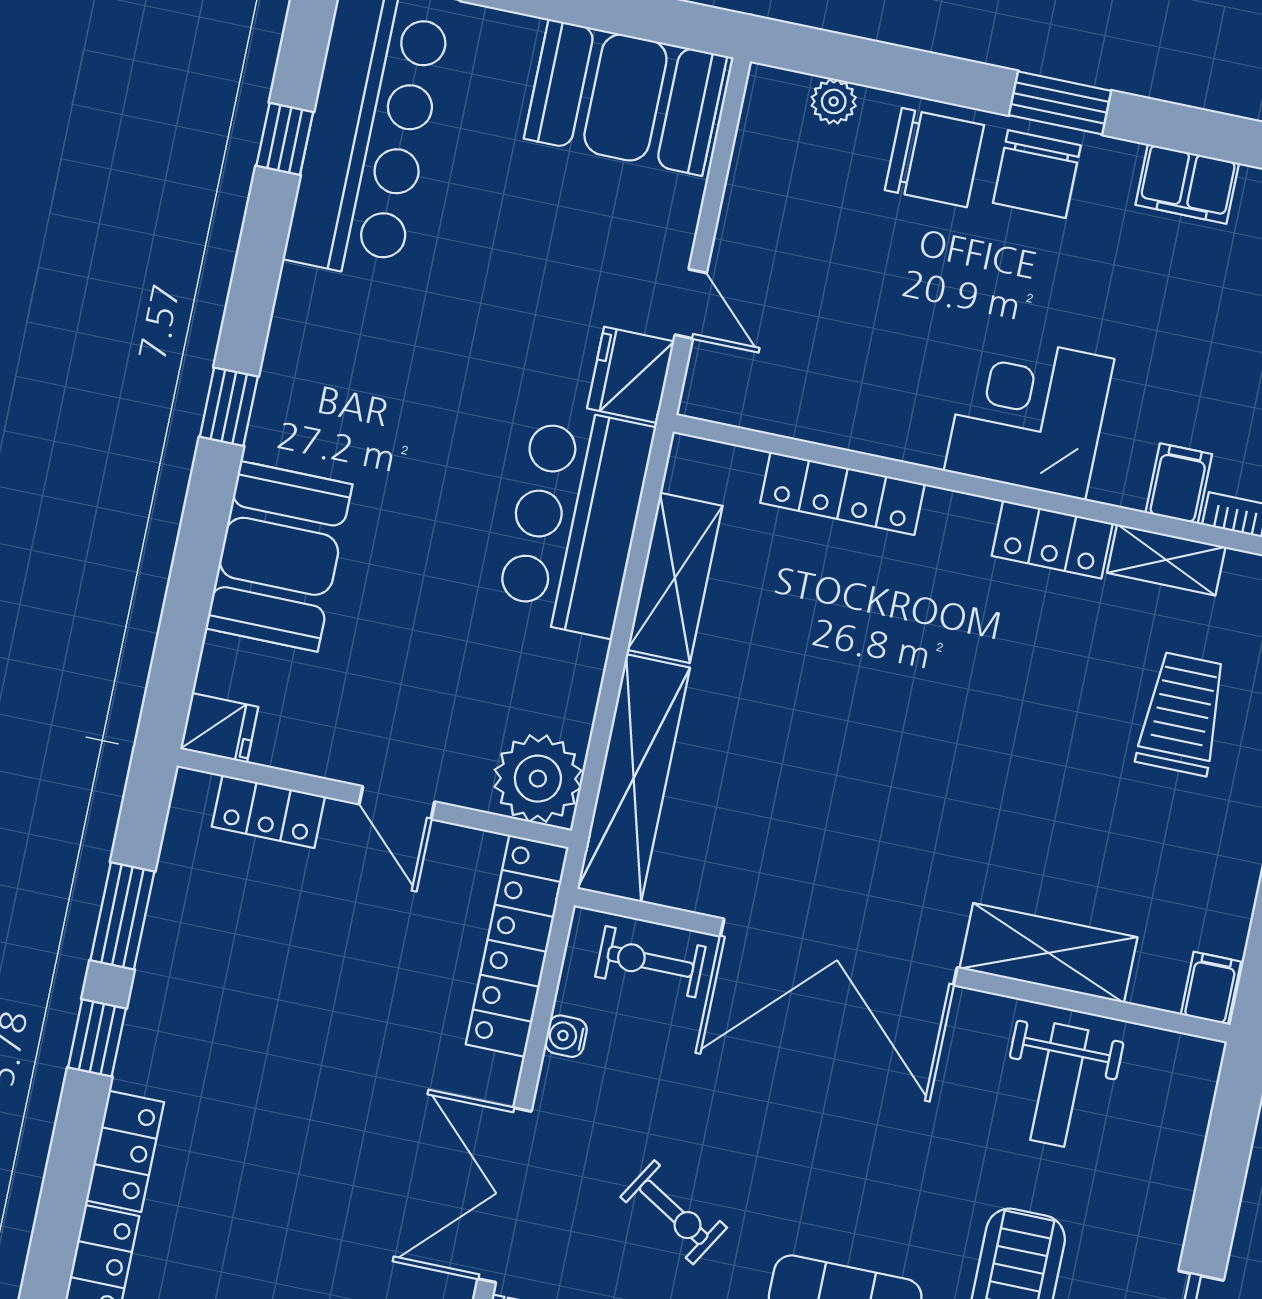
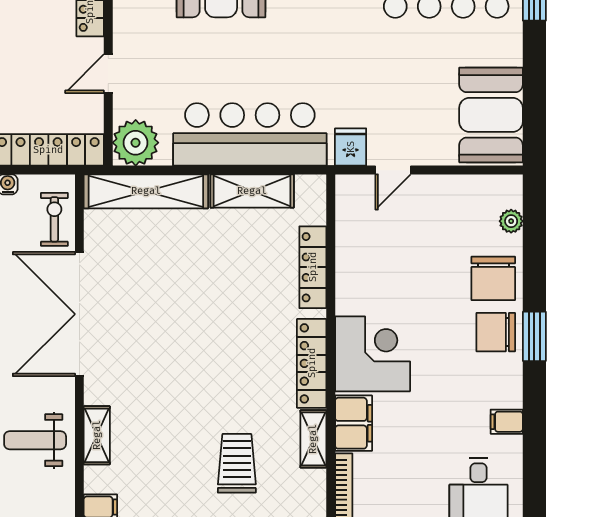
filing cabinet: (1187, 184) -> (507, 422), width x0.50
fridge: (631, 375) -> (351, 147), width x0.72
filing cabinet: (1179, 484) -> (354, 423), width x2.00
bar counter: (575, 521) -> (250, 134), width x1.36
locker: (1052, 539) -> (312, 363), width x1.53
trolley: (1182, 714) -> (237, 463), turned -90
shelving: (1049, 953) -> (97, 435), width x0.67, depth x0.75

